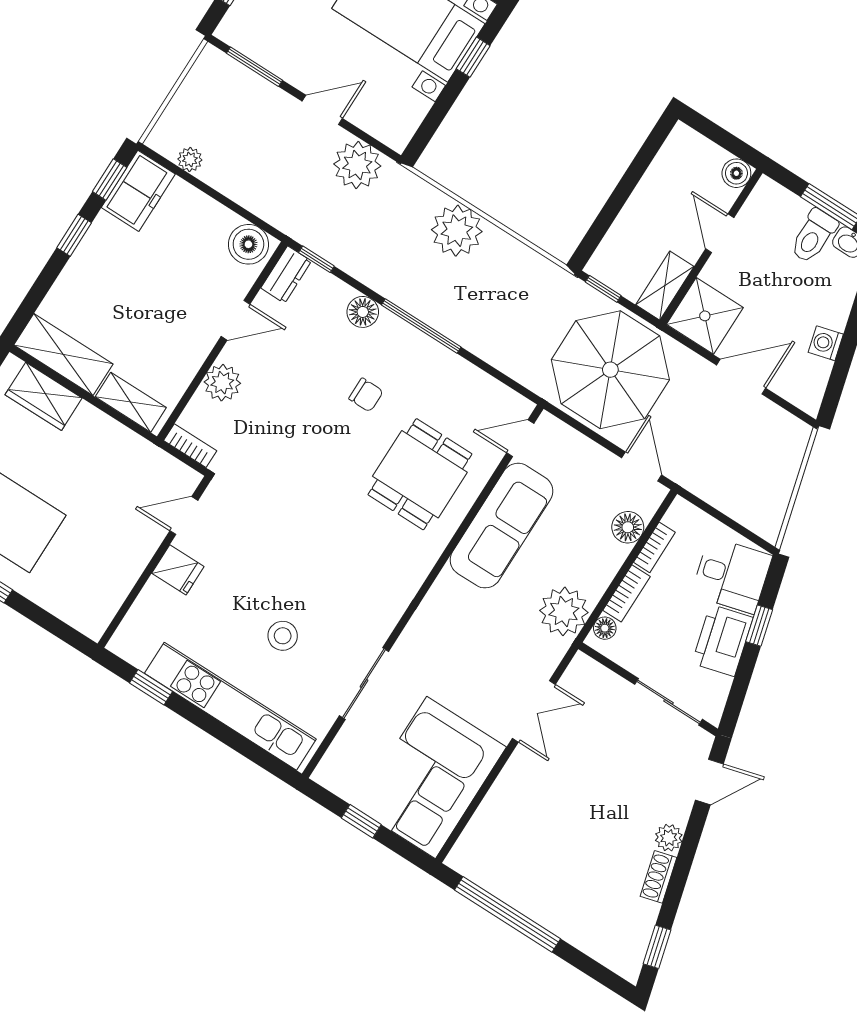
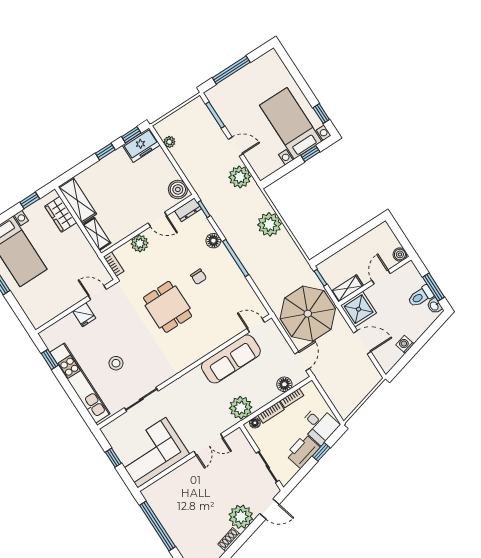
dining table: (420, 474) -> (168, 307), moved, turned 90
plant: (669, 838) -> (241, 517), width x1.87, depth x1.87

